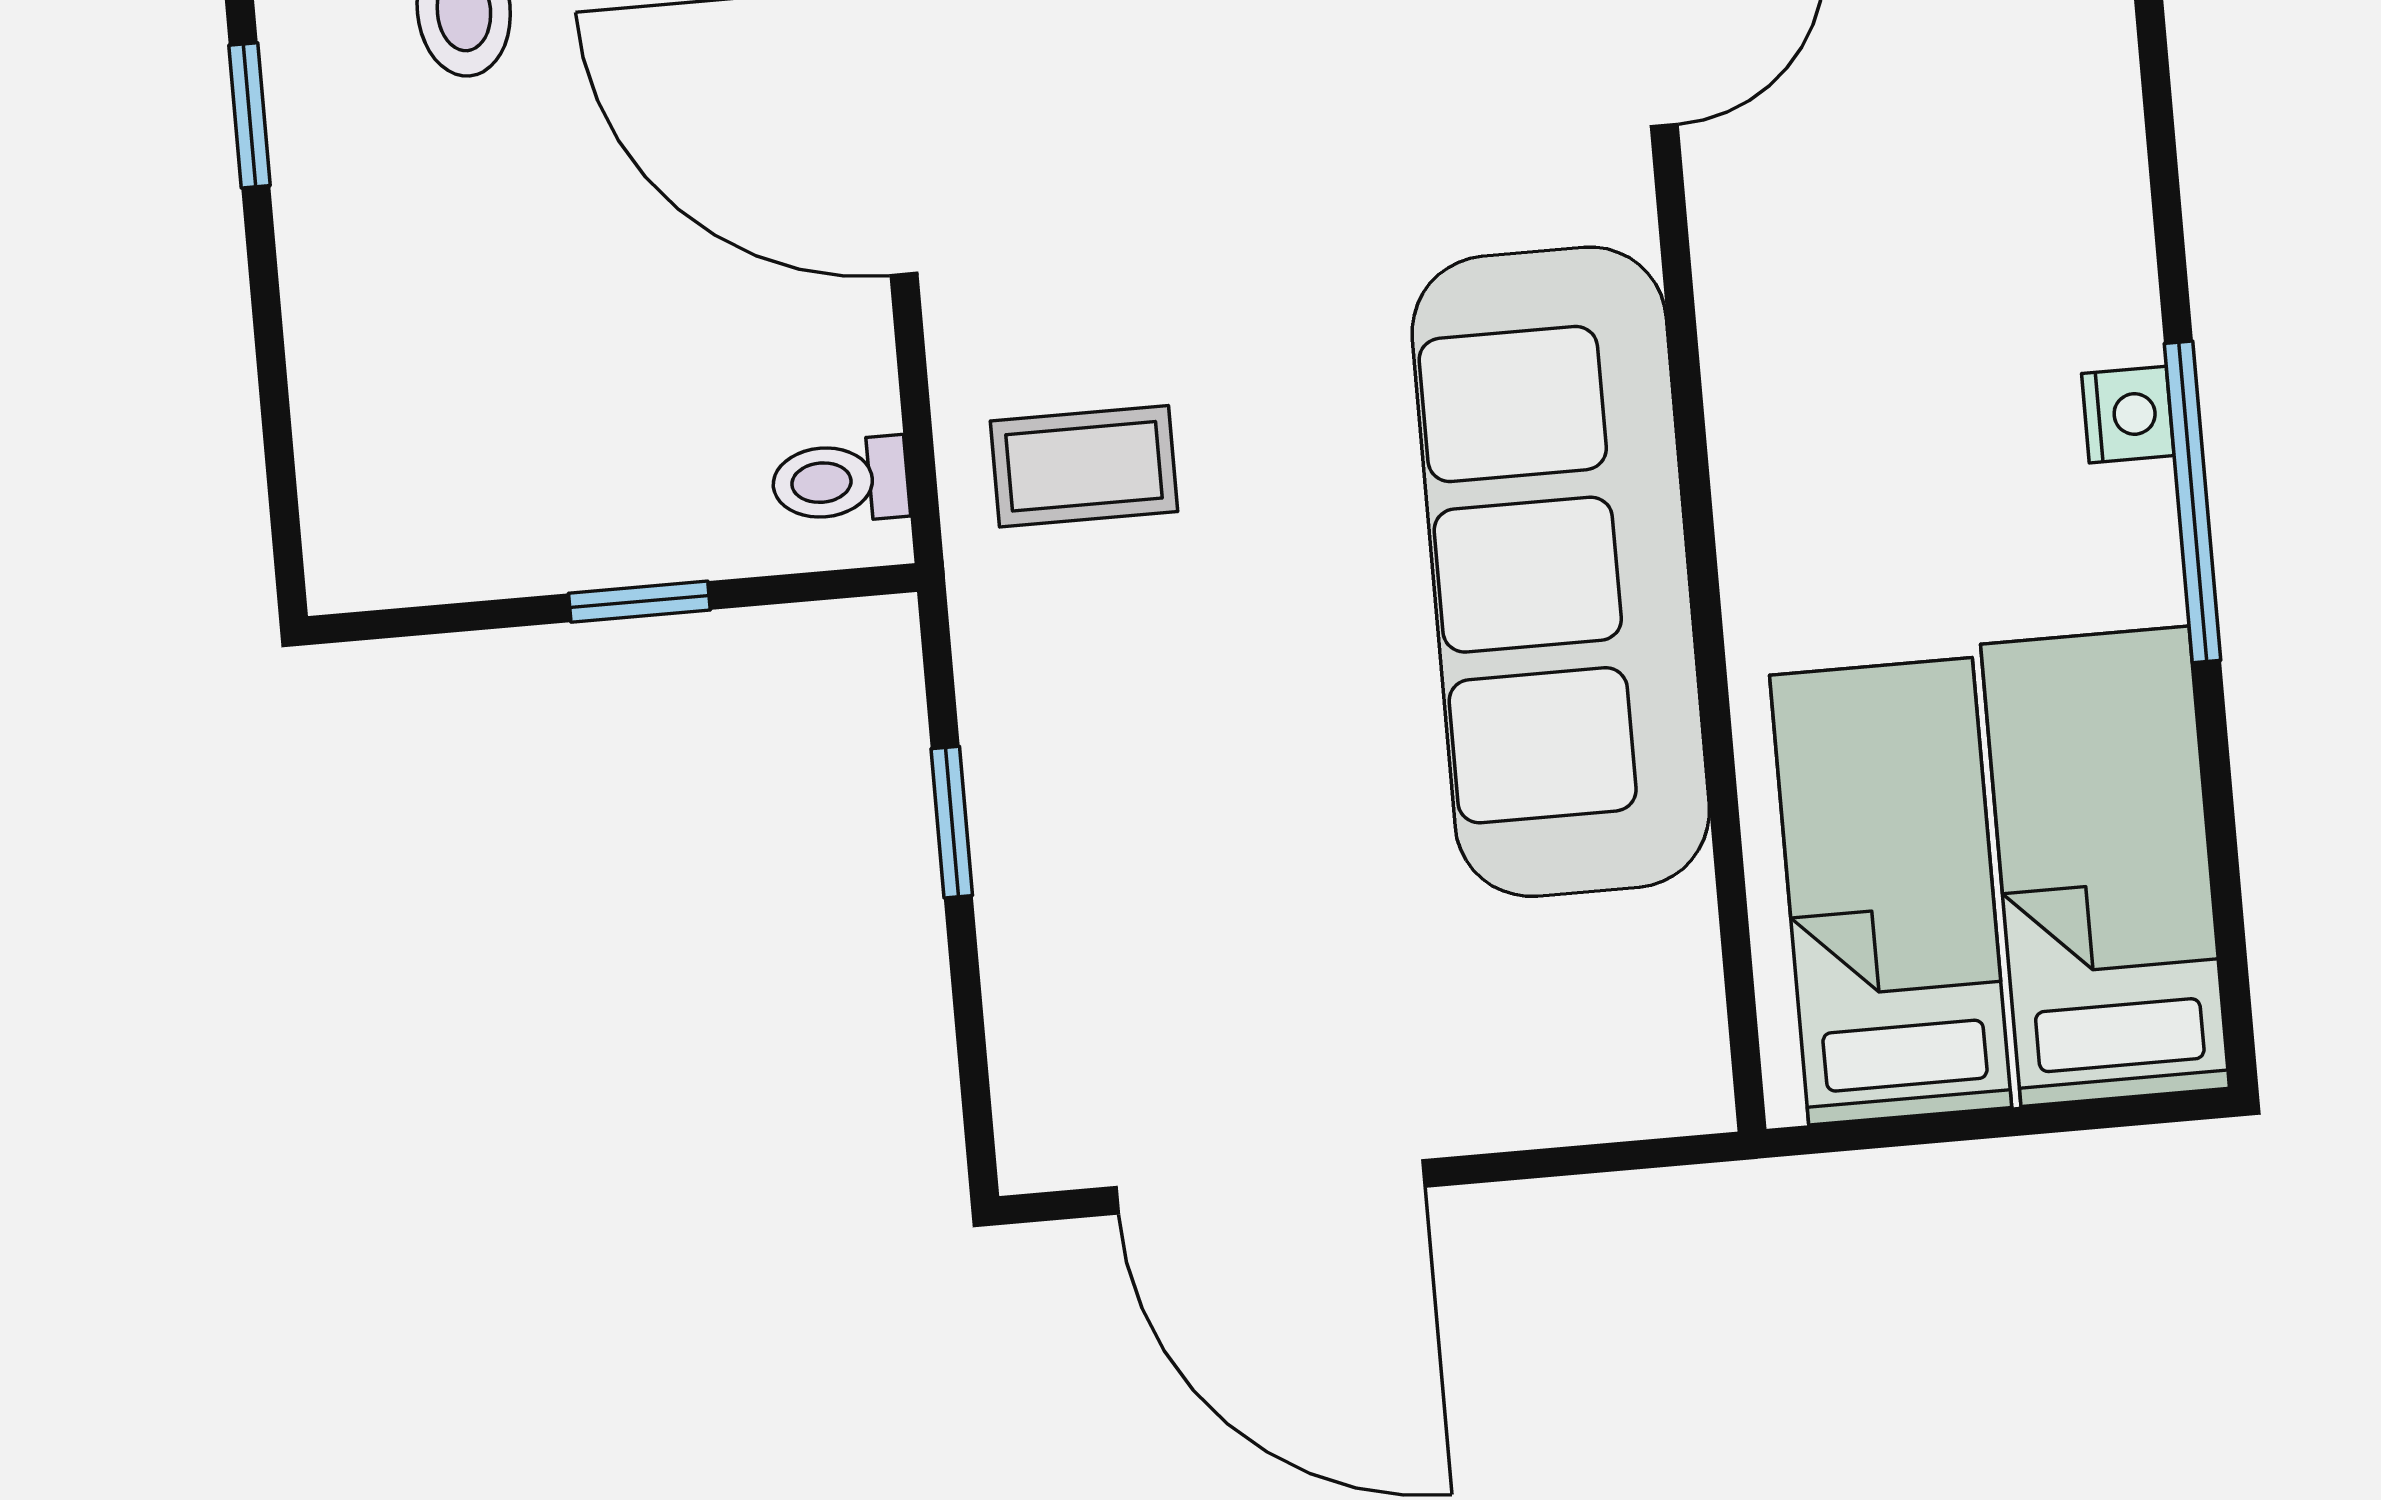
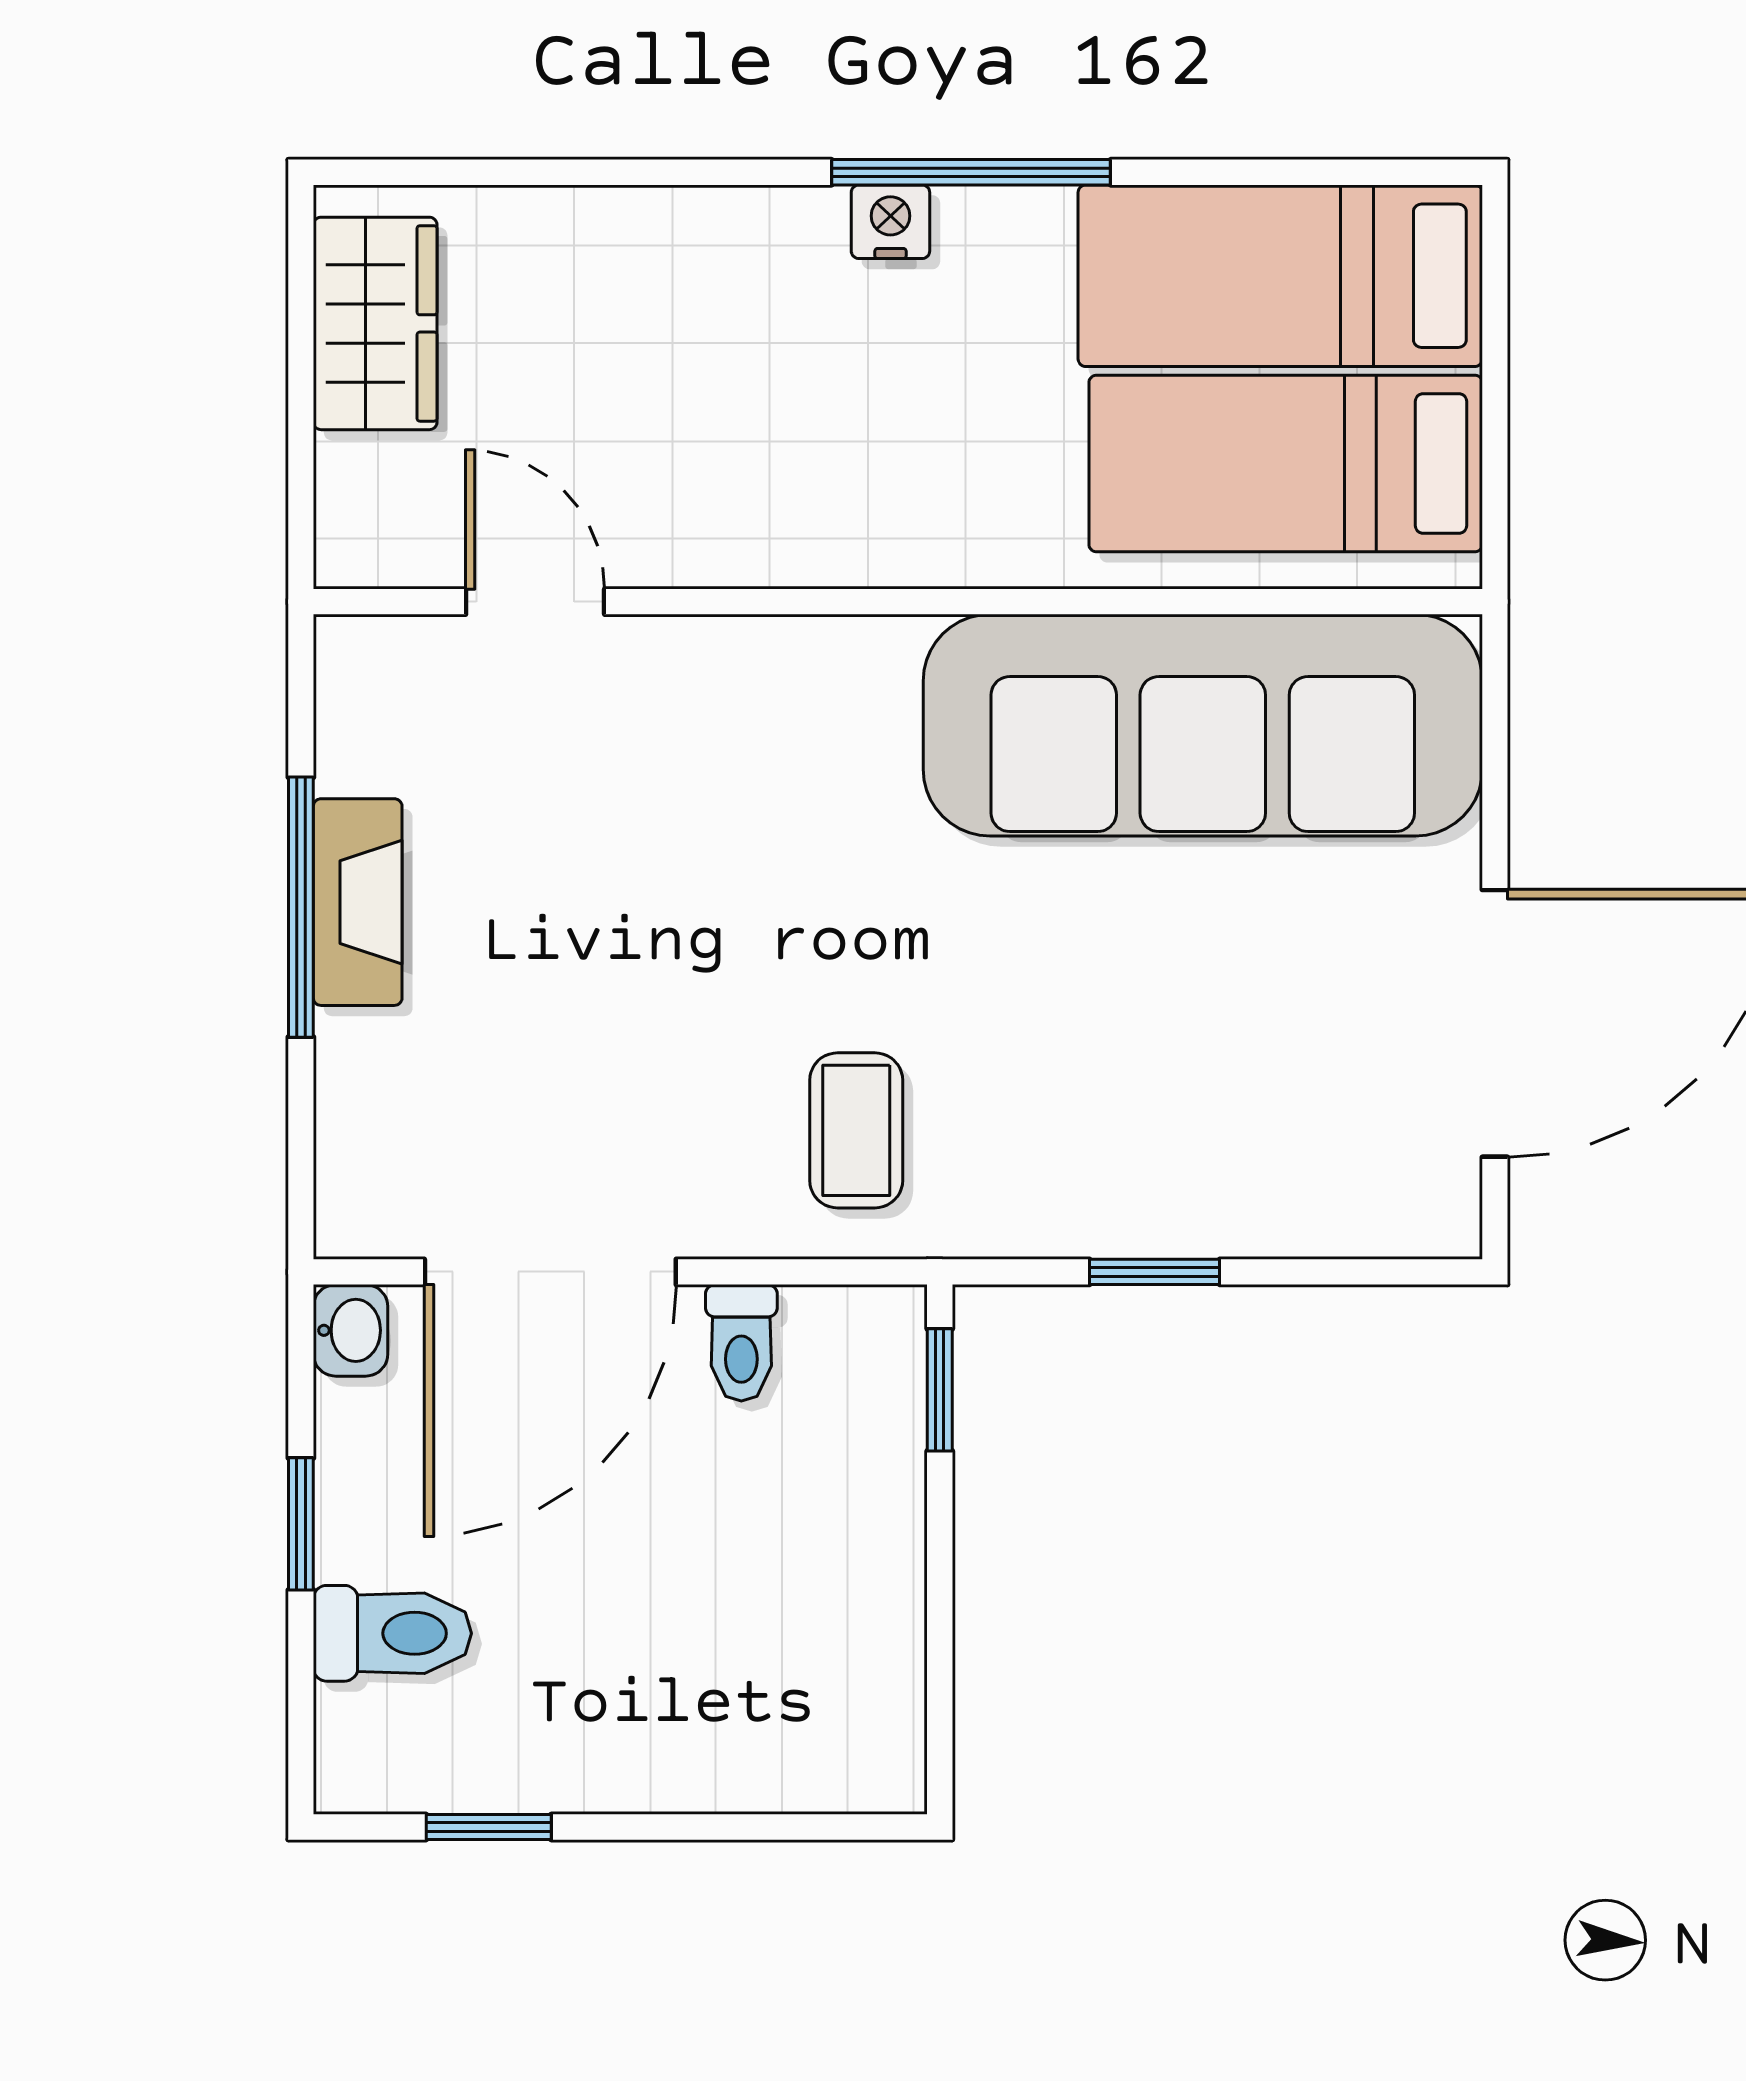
toilet: (840, 481) -> (741, 1343), moved
sofa: (1561, 572) -> (1203, 725), moved
window: (639, 602) -> (940, 1390), moved

